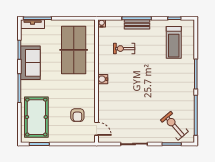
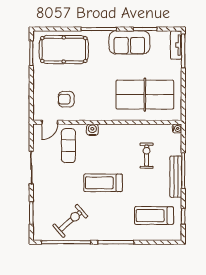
bench: (137, 24) -> (176, 177), width x1.36
water cooler: (103, 79) -> (92, 130), moved
treadmill: (147, 85) -> (103, 183), added
exercise mat: (116, 113) -> (68, 146), added
exercise bike: (174, 126) -> (70, 221), moved

